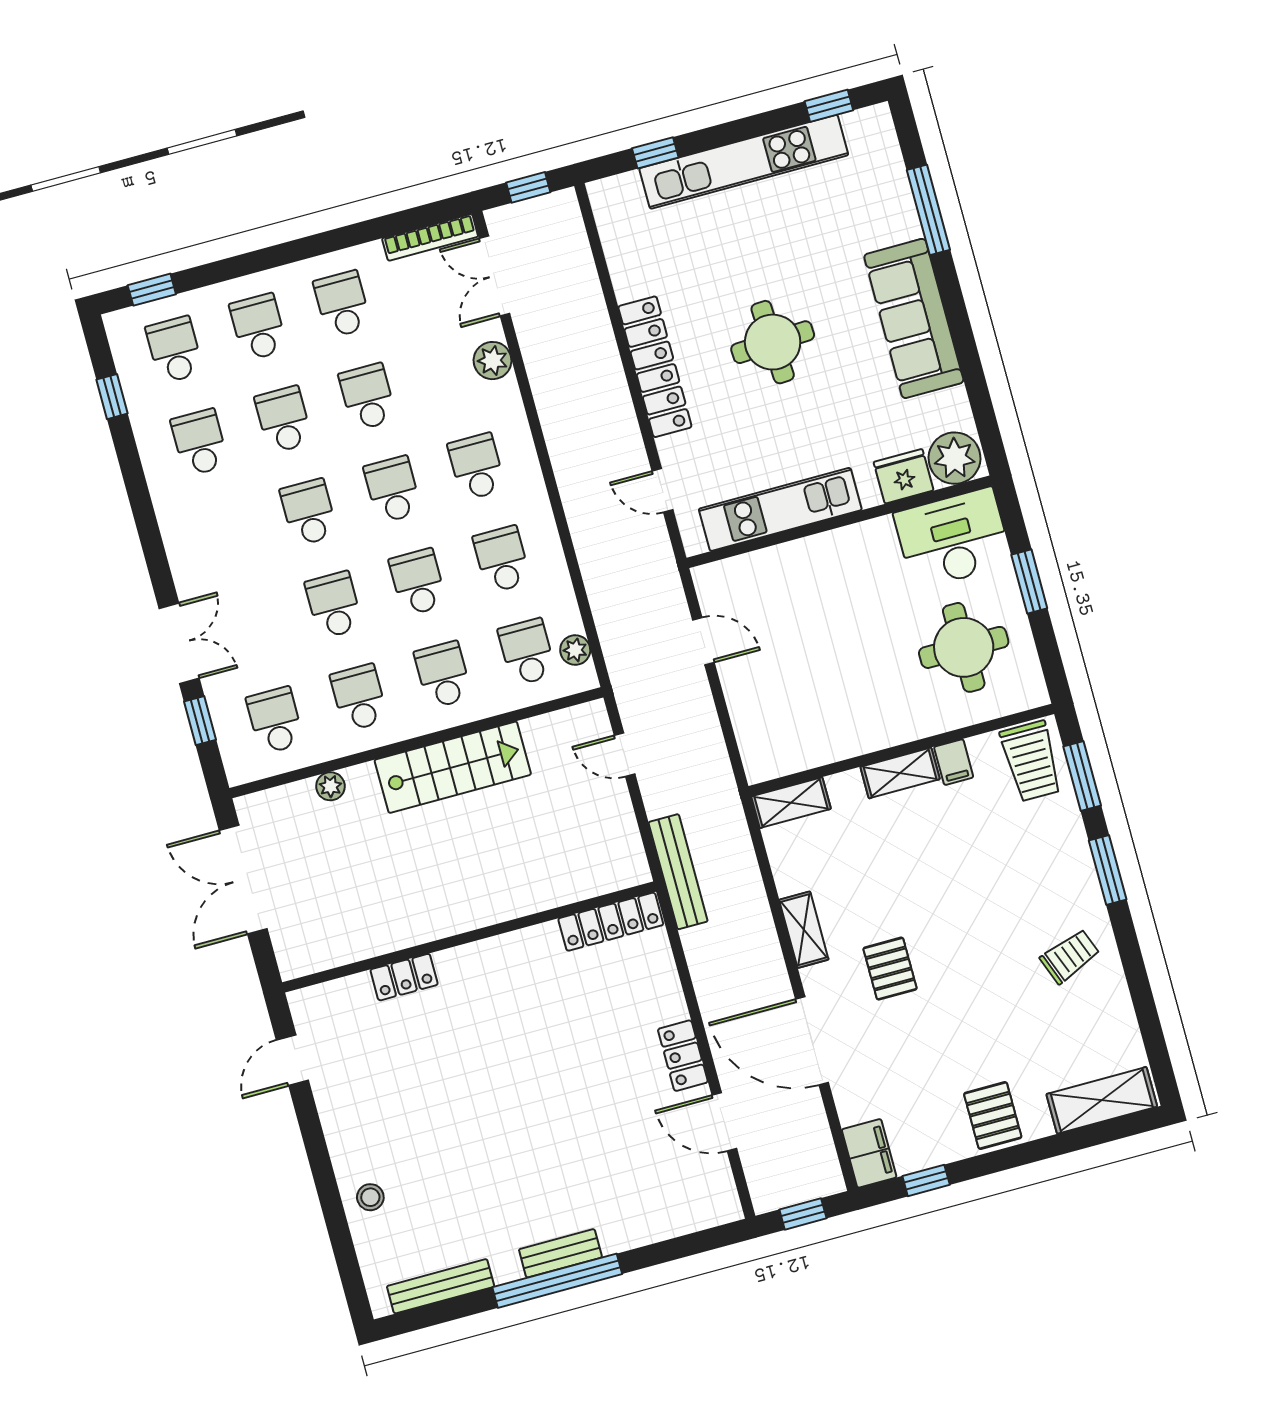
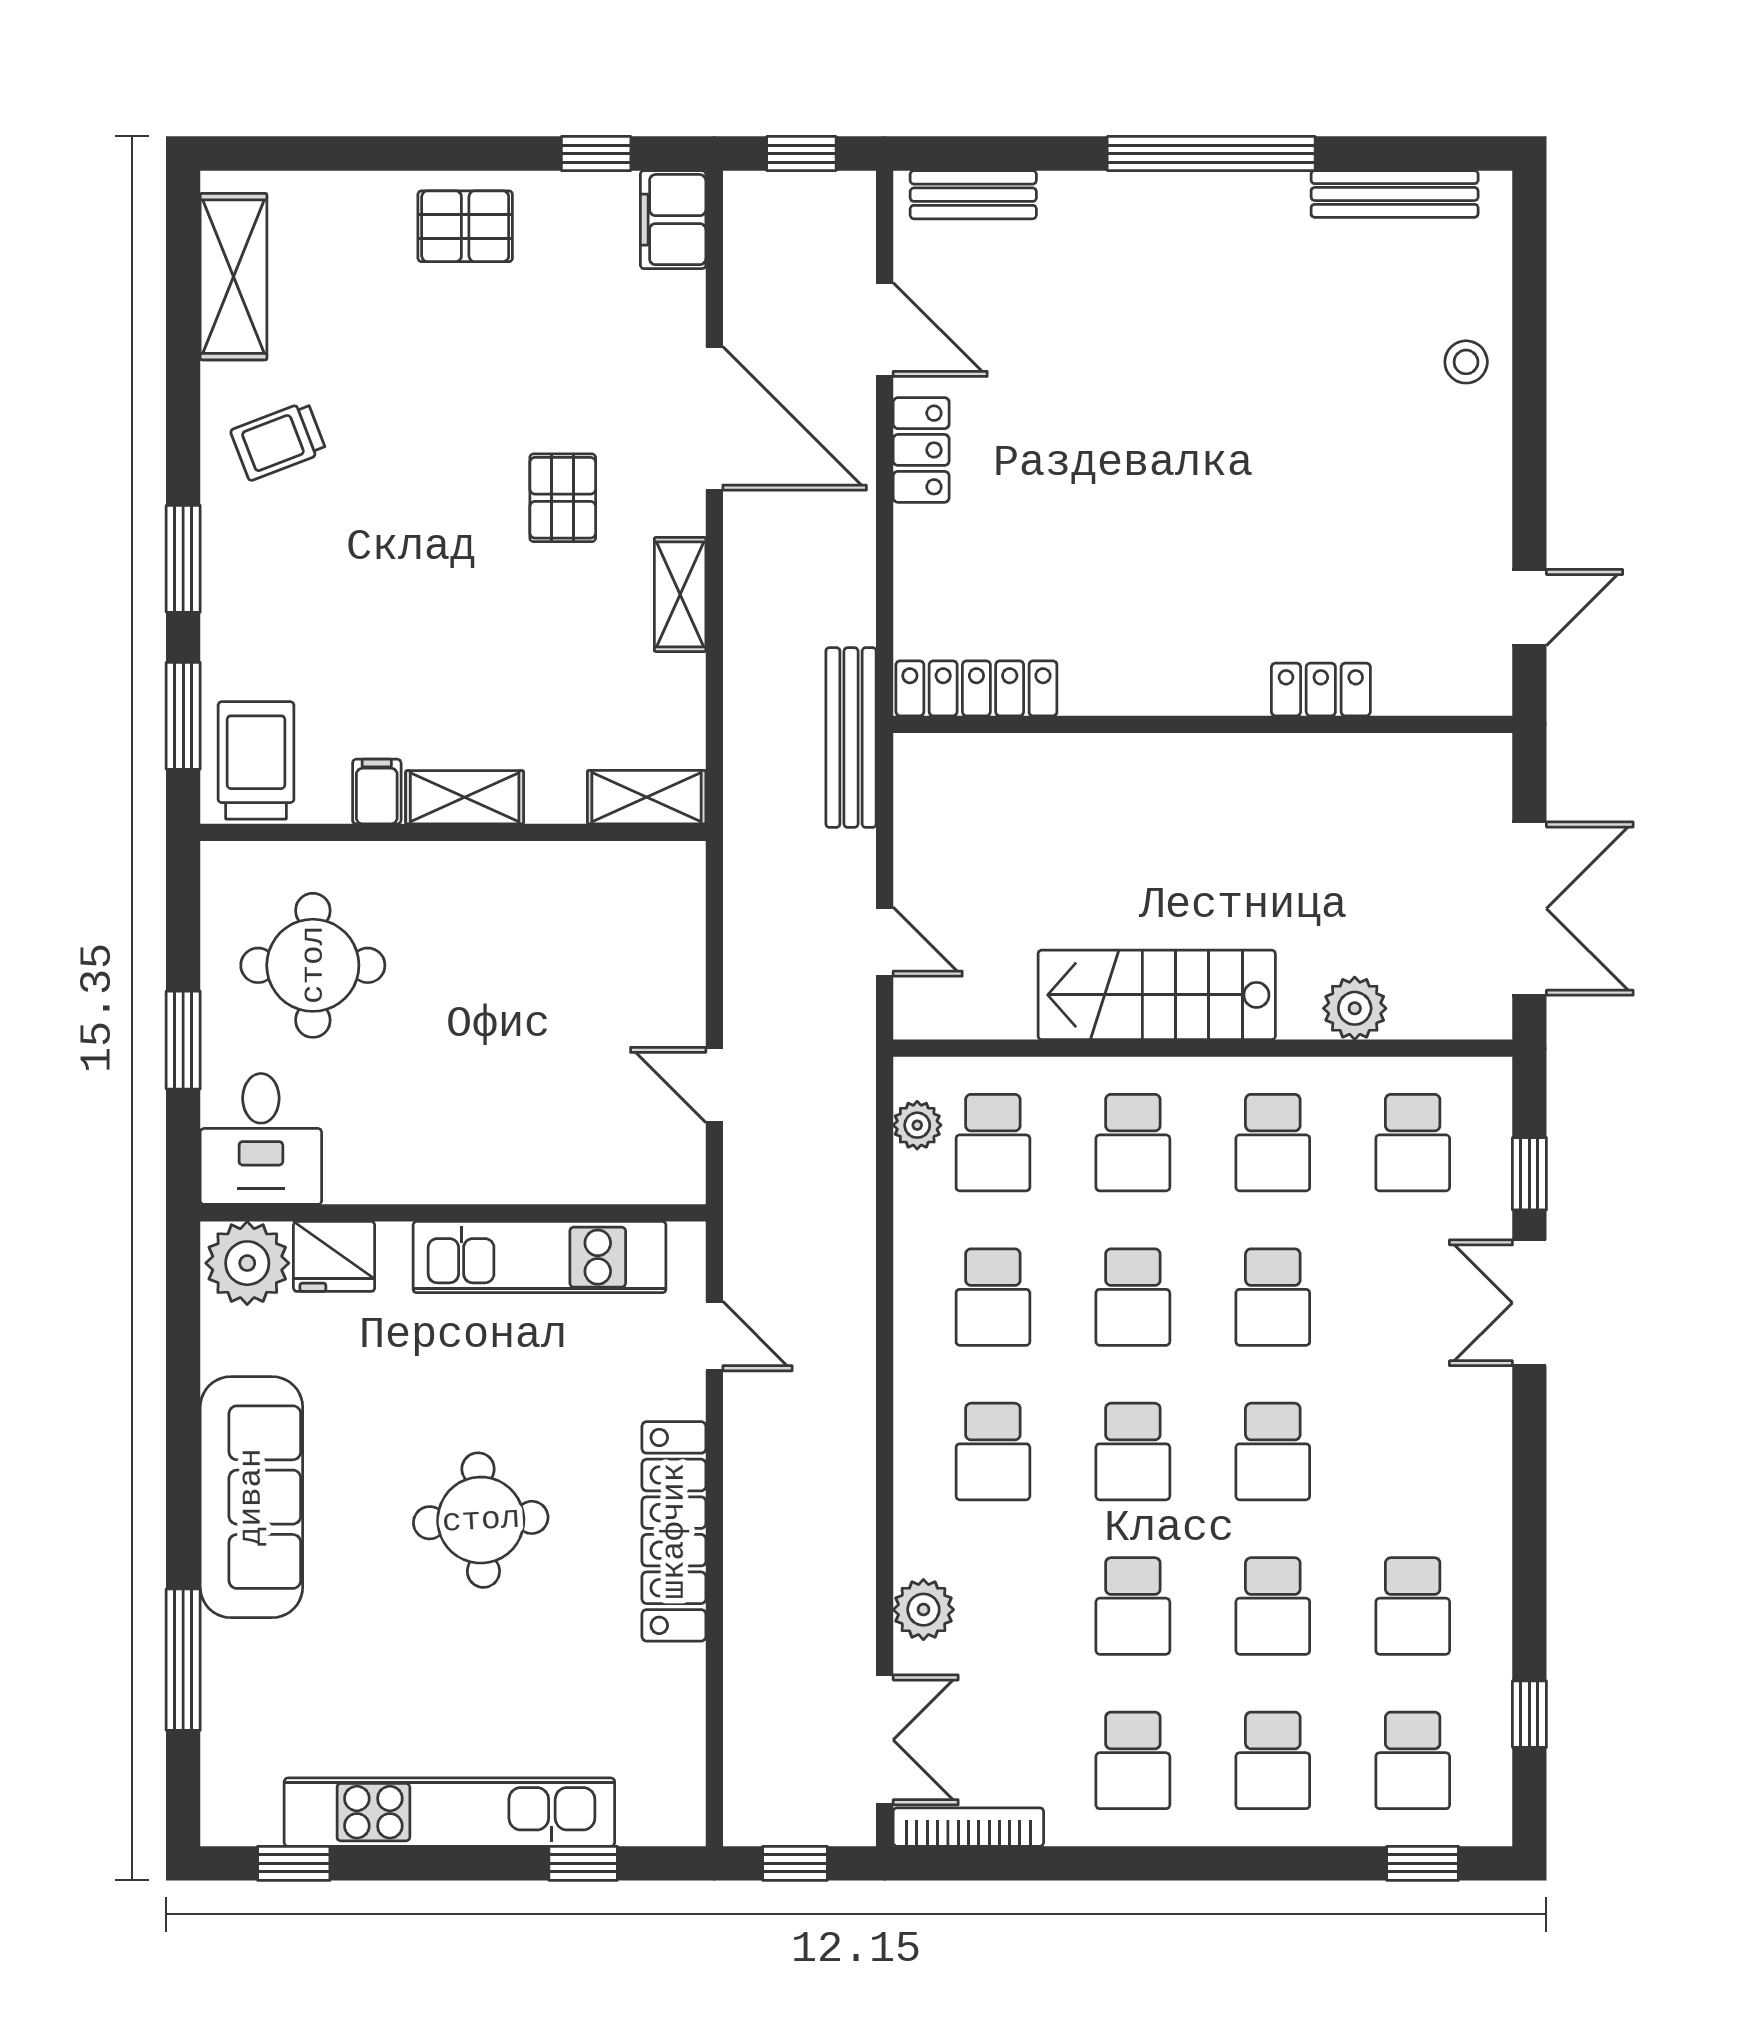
desk: (953, 539) -> (261, 1139), width x0.73
plant: (330, 786) -> (1355, 1008), width x1.38, depth x1.38
shelving: (1102, 1100) -> (234, 277), moved, turned 90
pallet: (993, 1115) -> (465, 226), turned 90
bench: (560, 1253) -> (973, 195), moved

